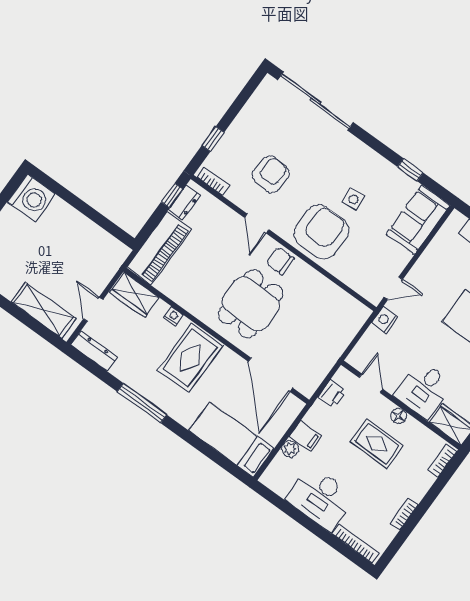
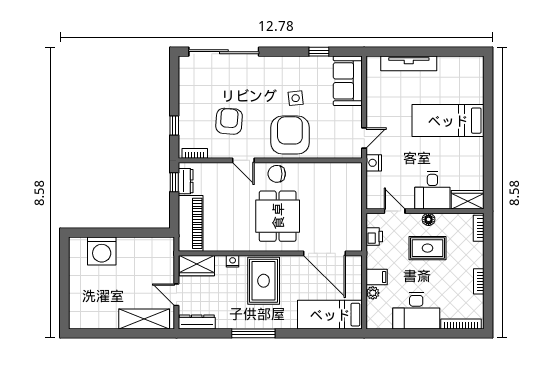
washing machine: (31, 198) -> (102, 251), moved, turned 90

